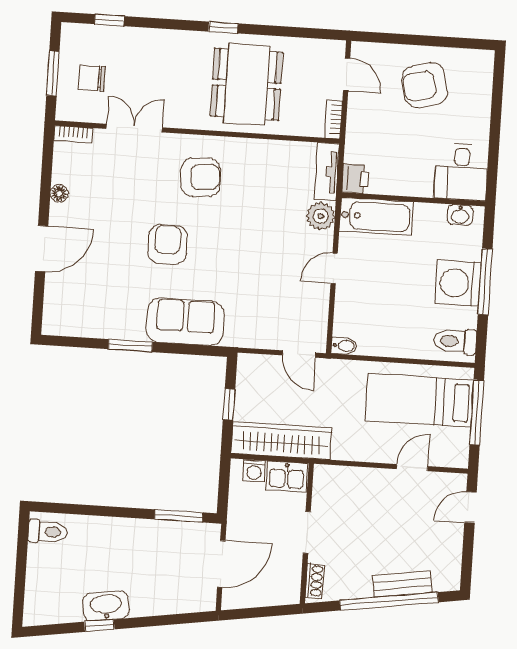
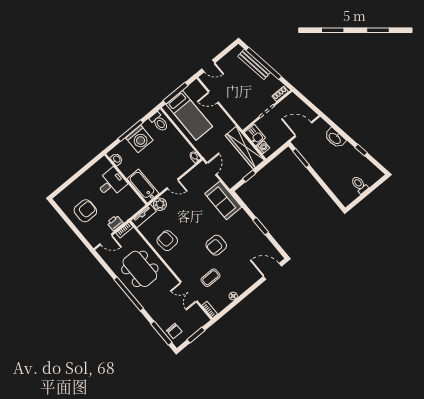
window: (109, 20) -> (161, 333), width x2.17
window: (223, 27) -> (129, 294), width x3.17
door: (347, 74) -> (106, 239), swing flipped
chair: (92, 78) -> (174, 331), moved
dining table: (247, 84) -> (140, 269), turned 90
armchair: (425, 85) -> (85, 211), turned -77
desk: (461, 172) -> (111, 183), moved
armchair: (200, 177) -> (167, 241), moved
printer: (355, 179) -> (115, 223), moved
coffee table: (124, 185) -> (211, 278), added
door: (42, 249) -> (273, 271), moved
sofa: (185, 322) -> (223, 200), moved
toilet: (48, 532) -> (359, 185), moved
bench: (402, 584) -> (254, 64), width x1.36
washbasin: (106, 606) -> (335, 138), moved

